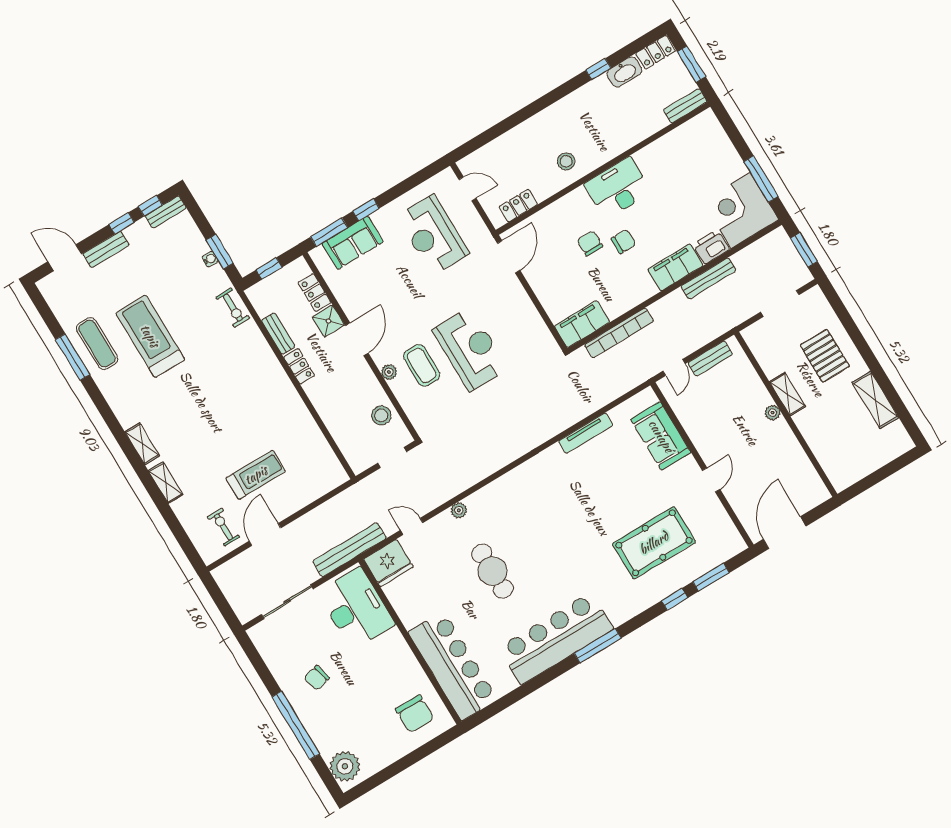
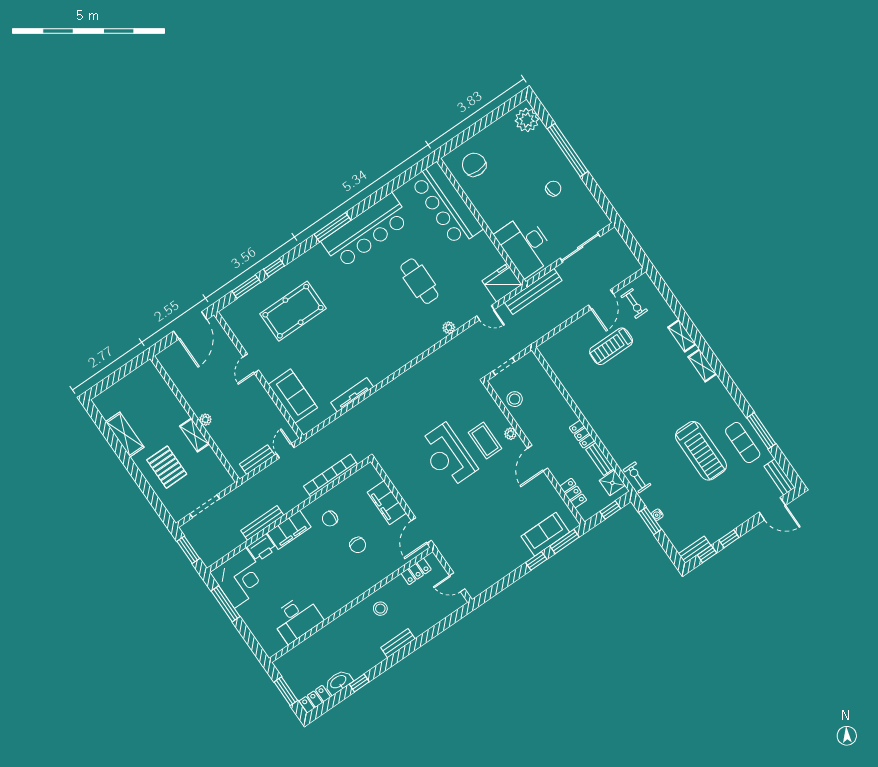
bench: (685, 106) -> (398, 643), moved
desk: (618, 188) -> (297, 619), moved
reception desk: (433, 235) -> (482, 544), removed
chair: (623, 242) -> (330, 519), moved
bench: (106, 249) -> (779, 477), moved, turned 90
shower: (328, 321) -> (612, 483), moved
filing cabinet: (582, 324) -> (387, 503), moved, turned 90

